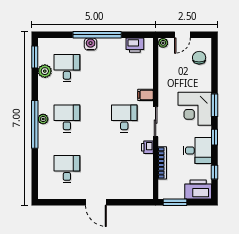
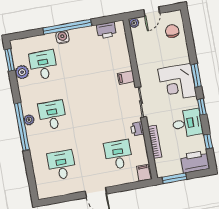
desk: (124, 118) -> (118, 155), moved
filing cabinet: (146, 191) -> (144, 173), added

